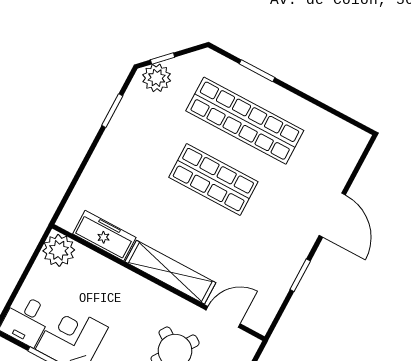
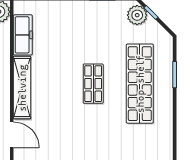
shop shelf: (213, 180) -> (93, 84), width x0.70, depth x0.74

